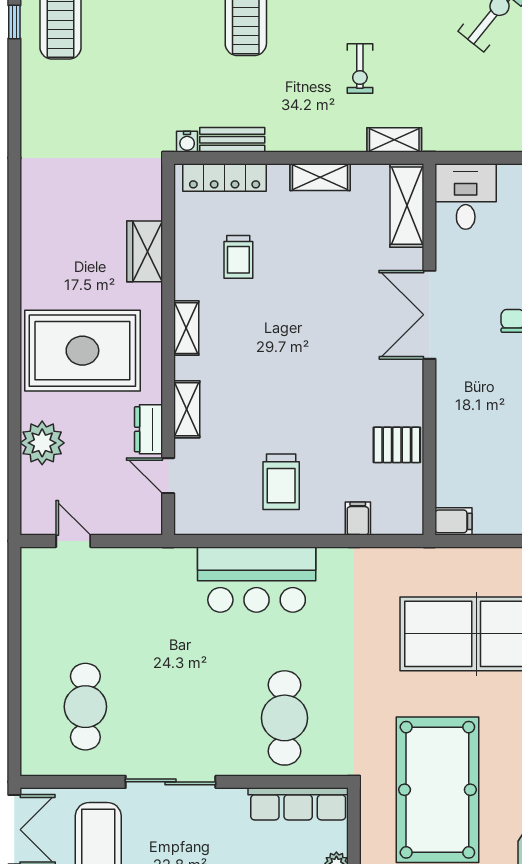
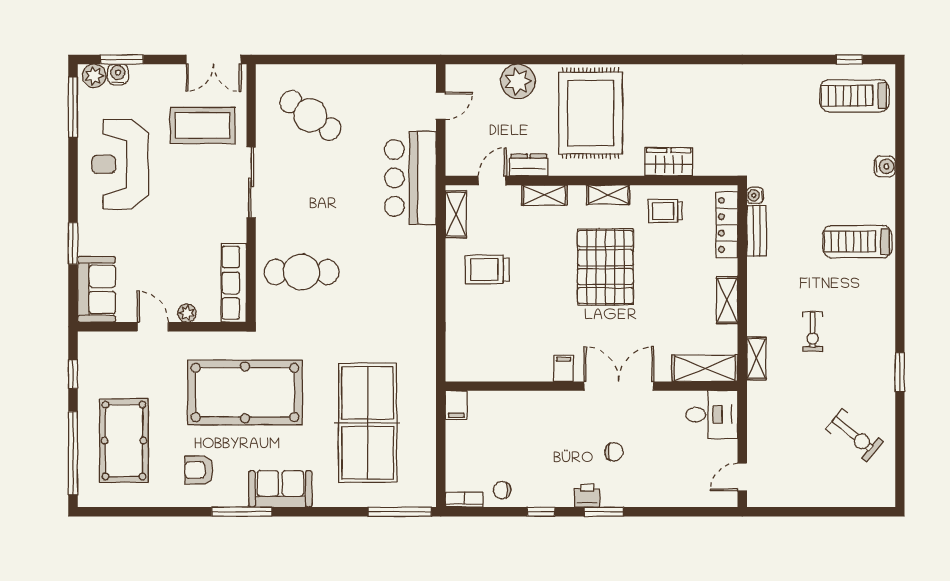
exercise bike: (360, 69) -> (813, 331), turned -90
trolley: (238, 257) -> (665, 211), moved
pallet: (397, 445) -> (605, 267), moved, width x2.05, depth x2.00
filing cabinet: (358, 518) -> (564, 368), moved, turned -90
shelving: (211, 522) -> (456, 214), added
bar counter: (257, 580) -> (410, 178), moved
cafe table: (85, 707) -> (310, 115), turned 35

